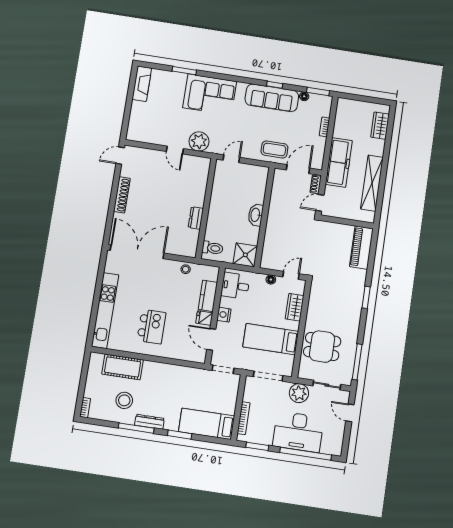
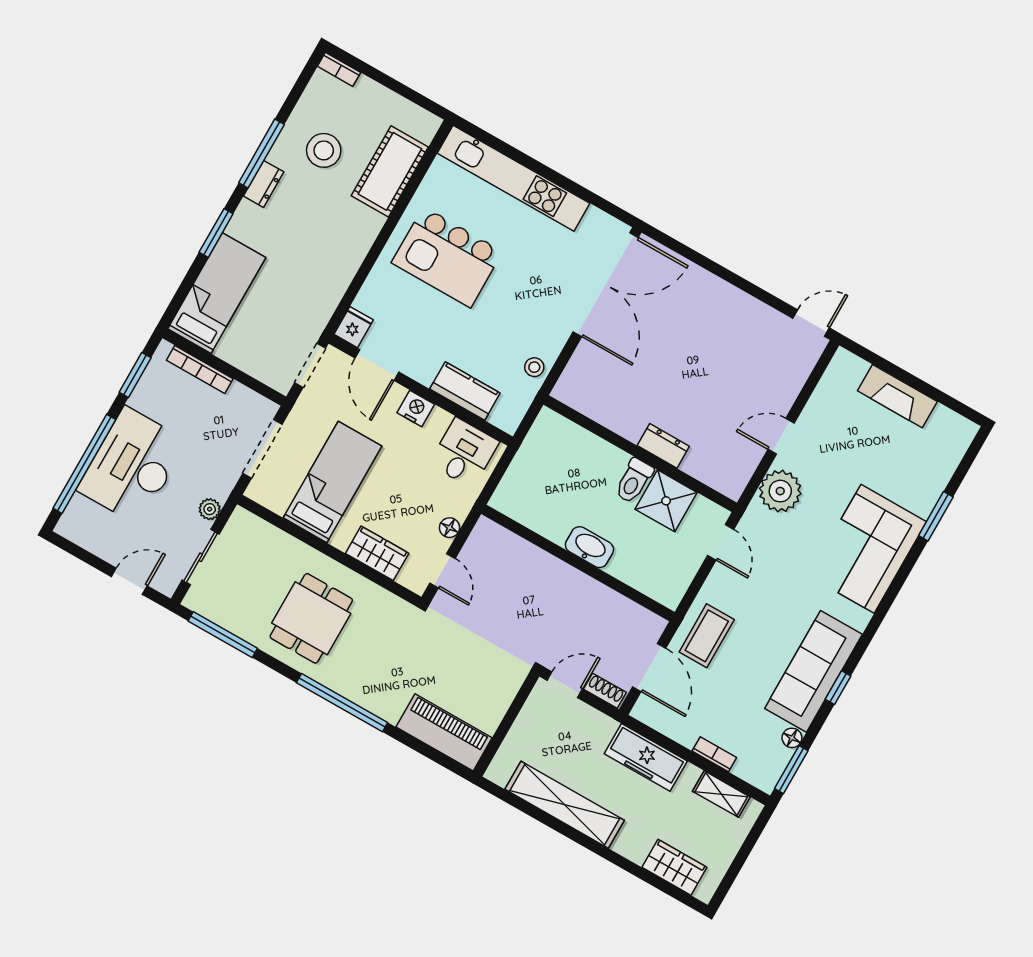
fireplace: (142, 84) -> (897, 396), moved
shelving: (340, 117) -> (721, 794), added
door: (120, 156) -> (811, 323), hinge flipped
freezer: (339, 162) -> (646, 757), width x0.73, depth x0.79
shoe rack: (122, 195) -> (731, 297), removed
door: (320, 203) -> (565, 685), hinge flipped
dresser: (196, 218) -> (663, 446), moved
toilet: (213, 248) -> (634, 481), moved
shower: (245, 255) -> (666, 501), moved
window: (366, 297) -> (342, 703), width x2.11
fridge: (204, 318) -> (354, 327), moved
kitchen island: (151, 327) -> (447, 257), width x1.37, depth x1.28
door: (211, 339) -> (377, 365), swing flipped
dining table: (322, 347) -> (311, 618), moved
plant: (299, 393) -> (210, 509), width x0.53, depth x0.53
dresser: (149, 422) -> (264, 184), width x0.70

